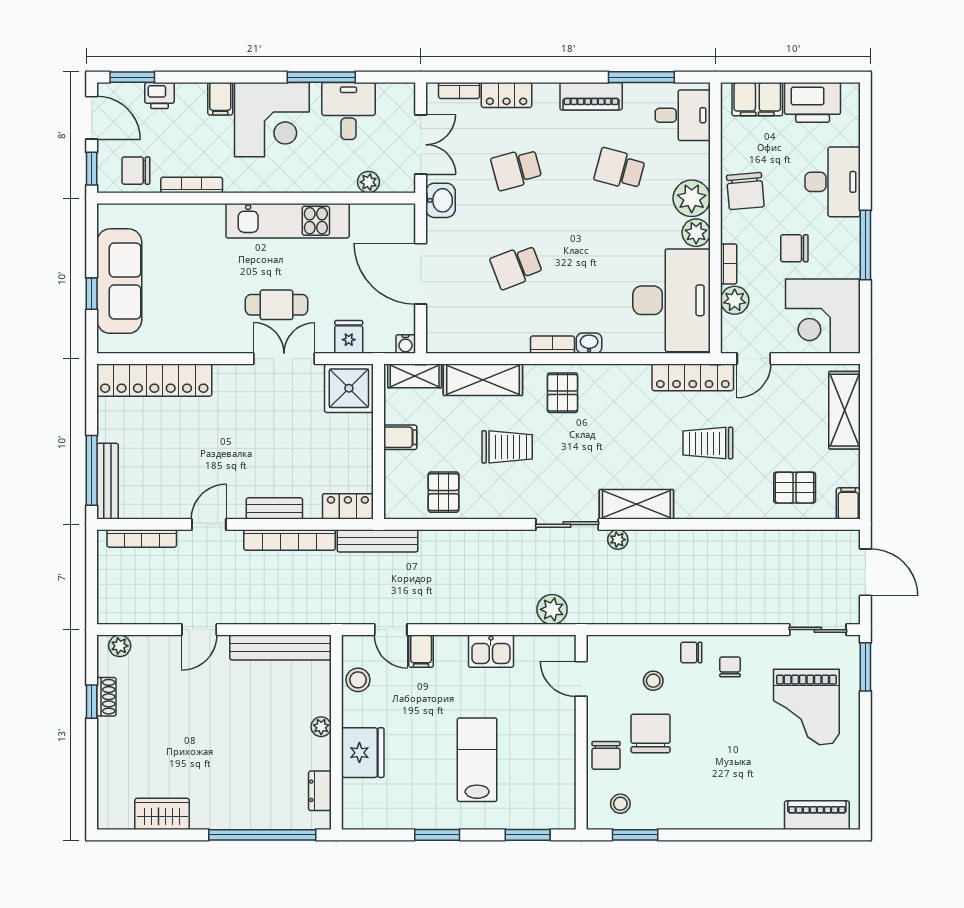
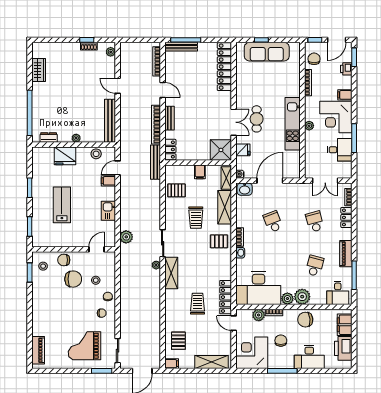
plant: (368, 182) -> (309, 126), moved
washbasin: (441, 200) -> (245, 189), moved
lab bench: (477, 760) -> (62, 205), turned -90

